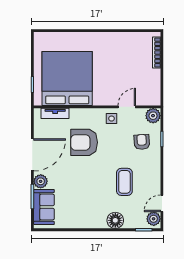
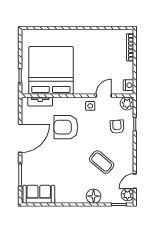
nightstand: (155, 95) -> (129, 85), added
plant: (41, 181) -> (27, 162), removed
coffee table: (124, 182) -> (102, 162), turned -50
sofa: (44, 207) -> (39, 194), moved, turned -90

